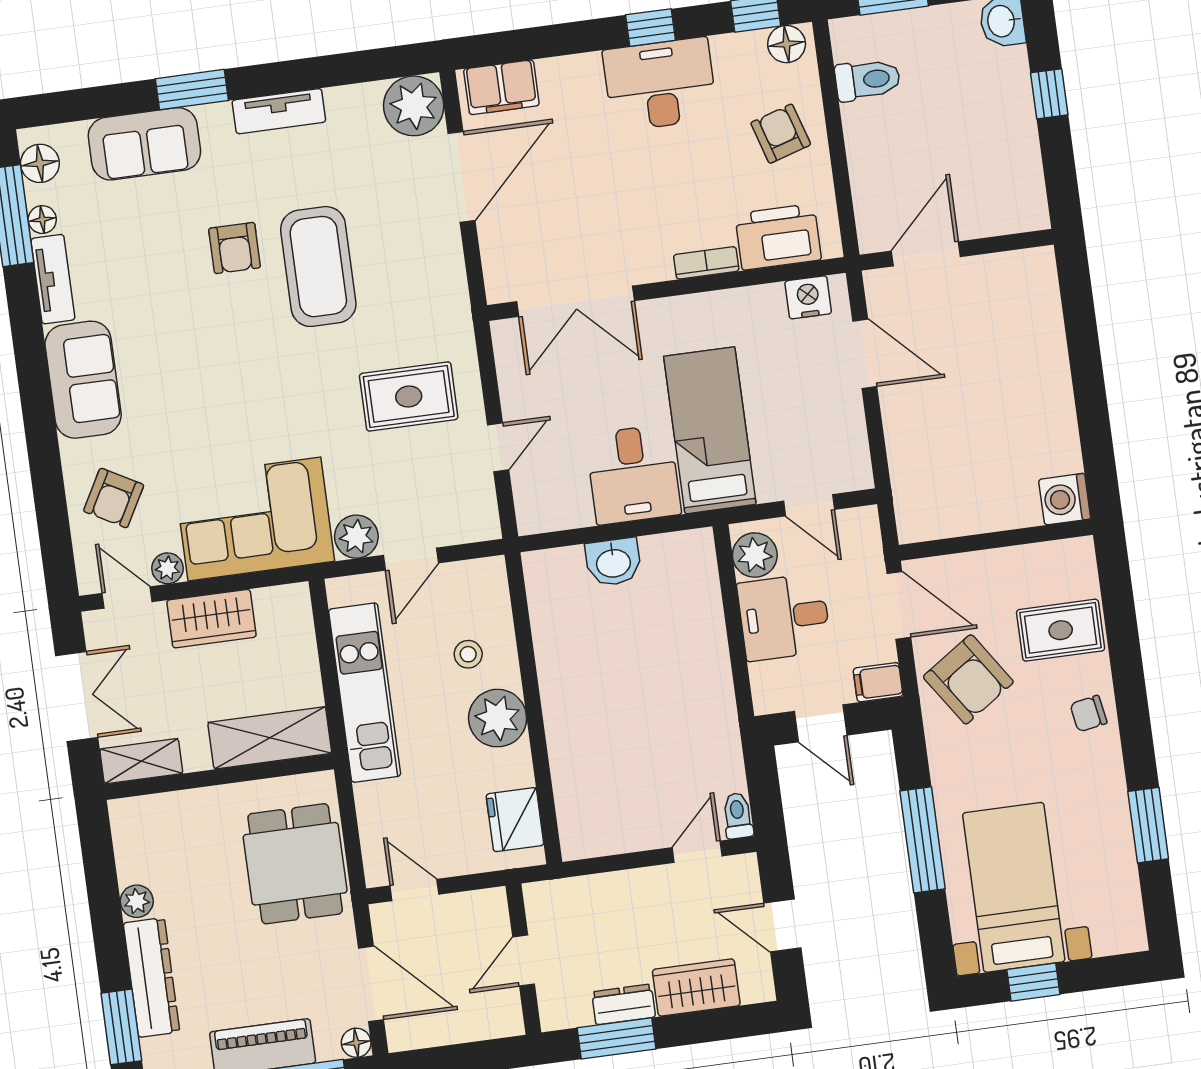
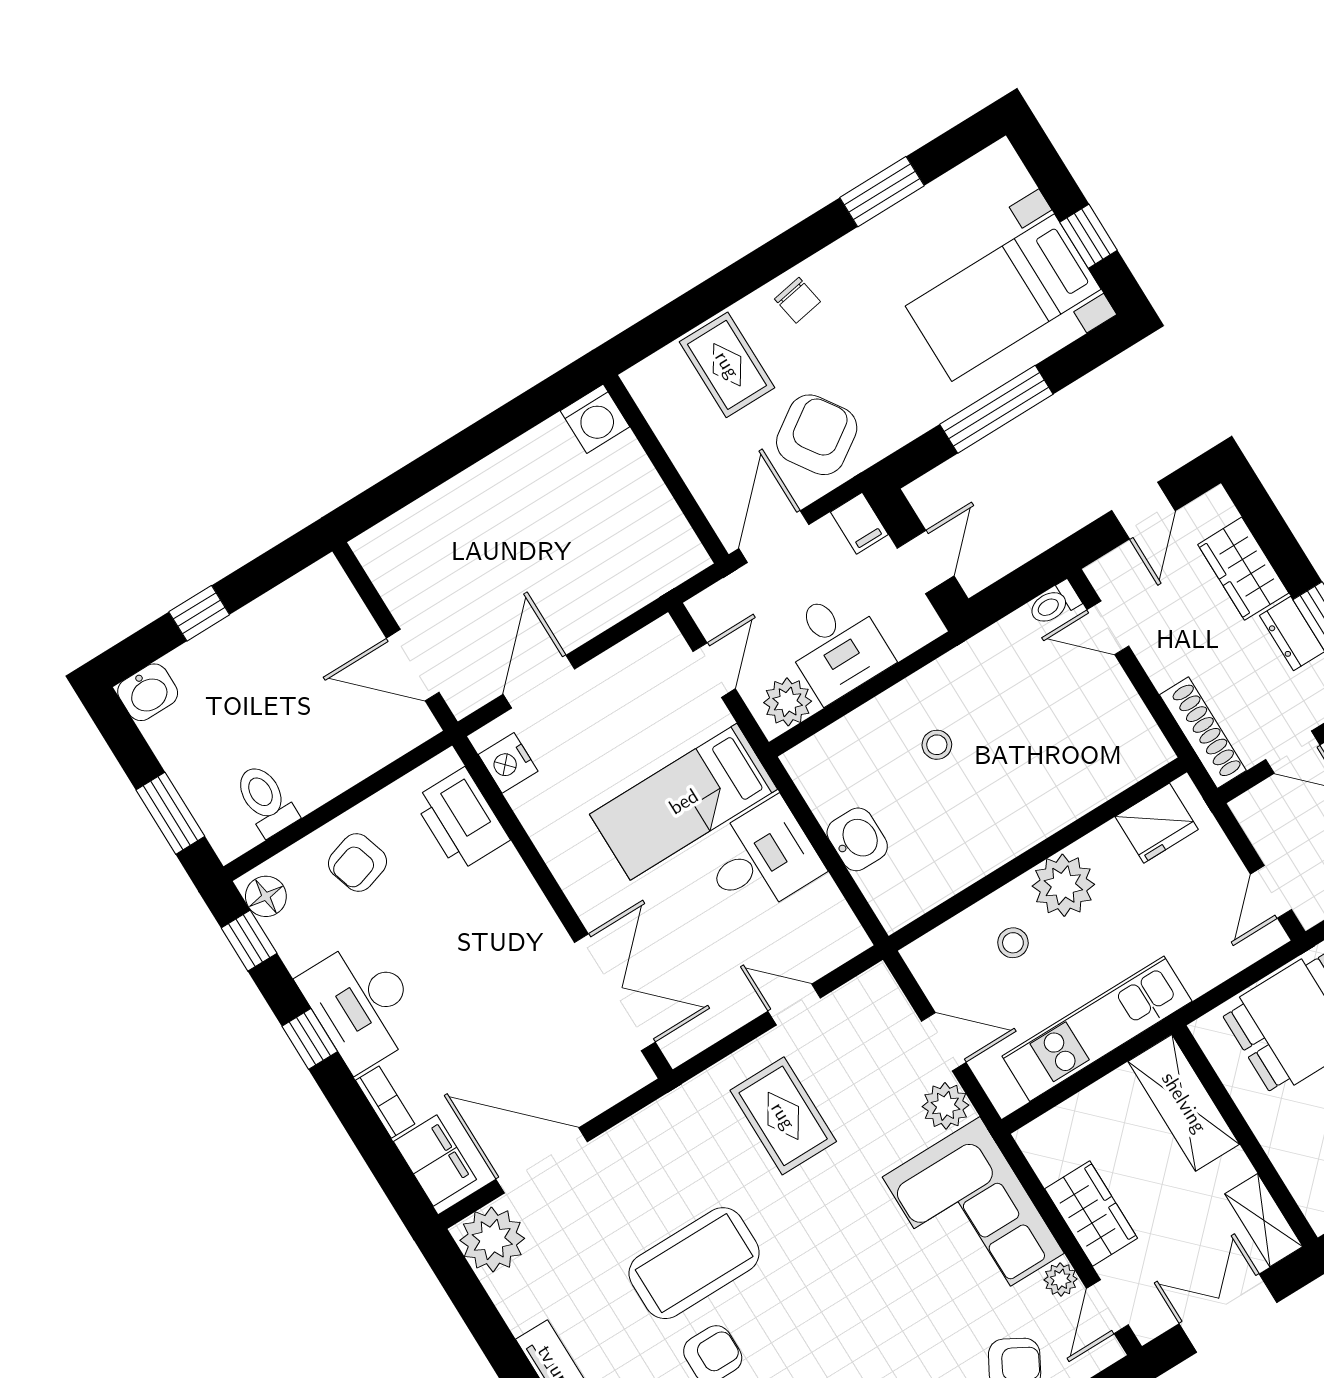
bookcase: (706, 263) -> (385, 1102), moved, turned 180
stool: (663, 664) -> (937, 745), added
shoe rack: (574, 892) -> (1203, 733), added

